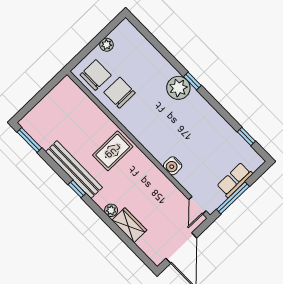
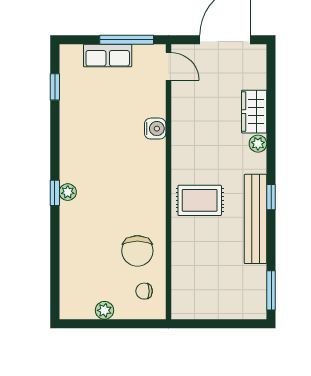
chair: (96, 75) -> (144, 291), width x0.54, depth x0.54
plant: (178, 88) -> (68, 192), width x0.53, depth x0.53
door: (197, 205) -> (168, 66), hinge flipped

